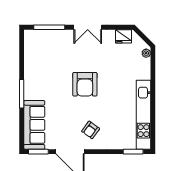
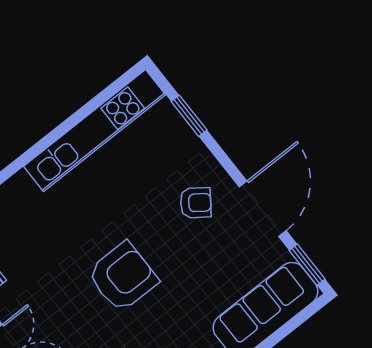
window: (133, 152) -> (189, 116), moved

